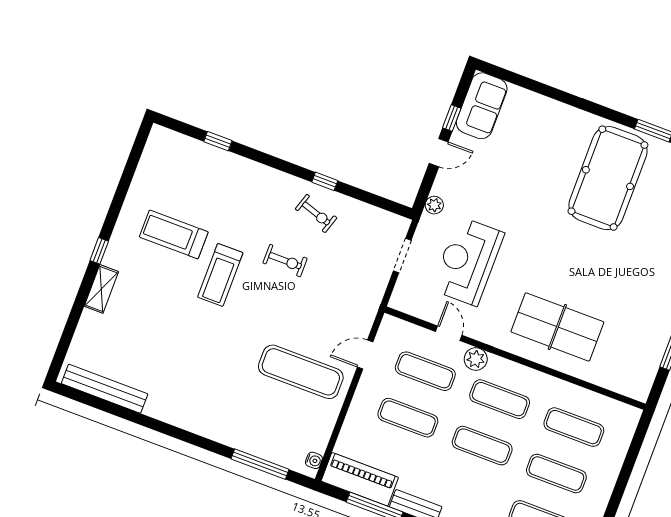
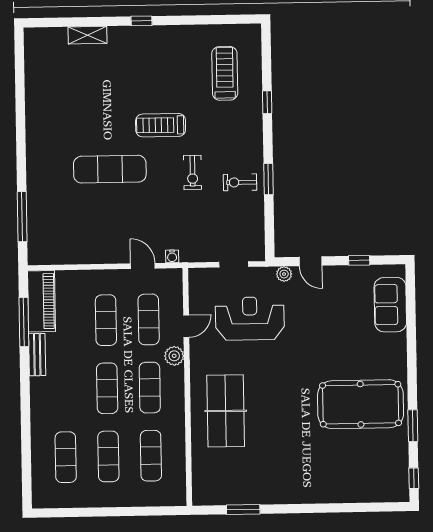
sofa: (482, 106) -> (390, 305), moved, turned 90
window: (218, 141) -> (267, 102), moved
door: (439, 153) -> (310, 261), moved
window: (325, 181) -> (268, 179), width x1.50
exercise bike: (316, 213) -> (240, 182), turned 72
treadmill: (174, 234) -> (225, 73), moved
shelving: (101, 289) -> (87, 35), moved
exercise mat: (301, 372) -> (110, 169), moved, turned 90
bench: (105, 389) -> (33, 69), removed
water cooler: (314, 460) -> (172, 256), moved

